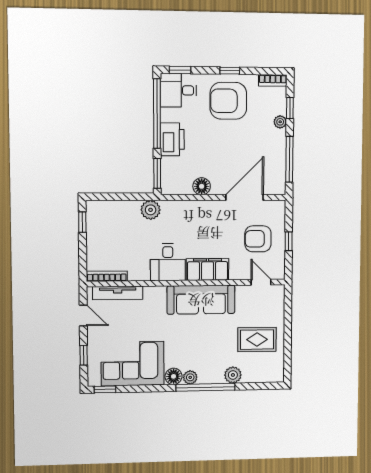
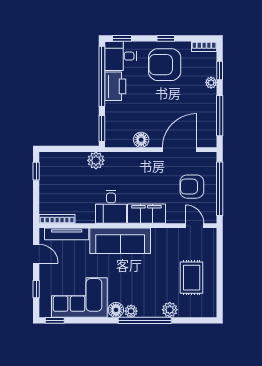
printer: (172, 139) -> (115, 86), moved
window: (289, 241) -> (220, 189), width x3.17
sofa: (201, 300) -> (120, 241), moved
rug: (257, 340) -> (192, 278), turned 90

